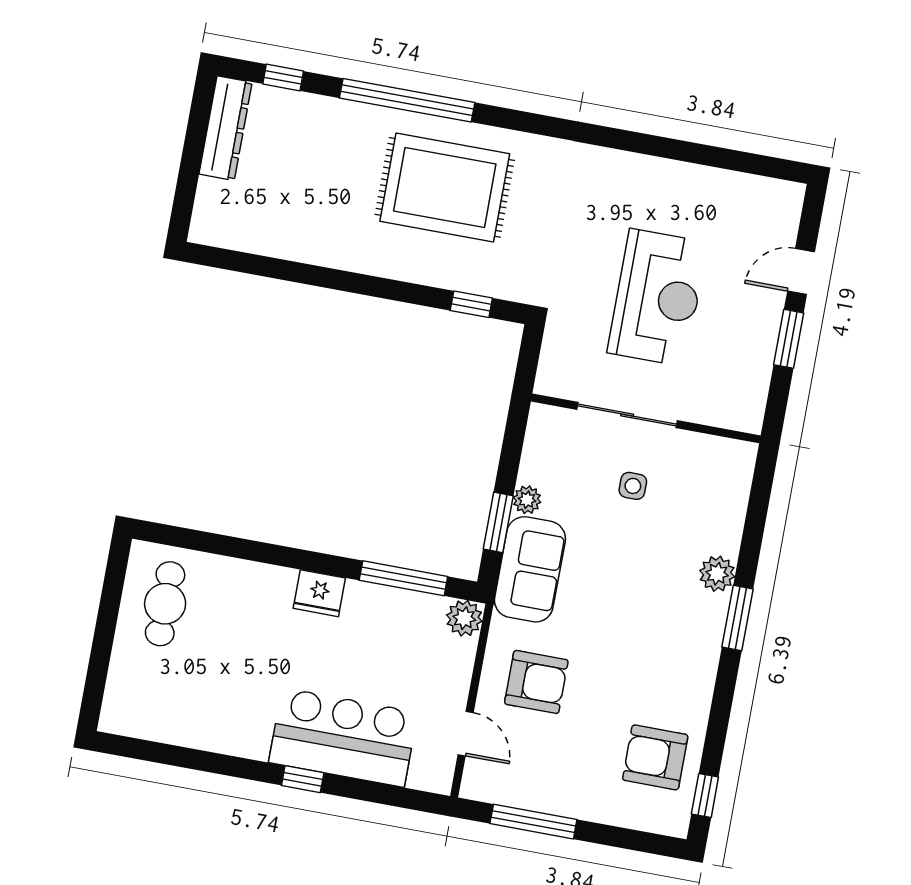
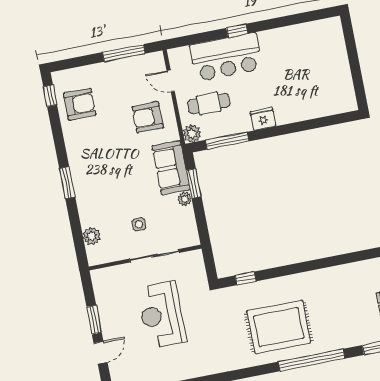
plant: (717, 574) -> (92, 236), moved
cafe table: (165, 604) -> (209, 103), moved, turned 90

